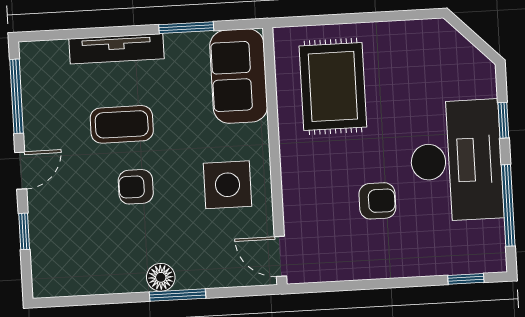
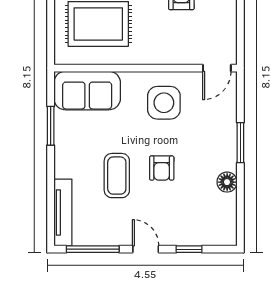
tv unit: (117, 49) -> (63, 212), moved
floor lamp: (161, 277) -> (227, 182), moved

